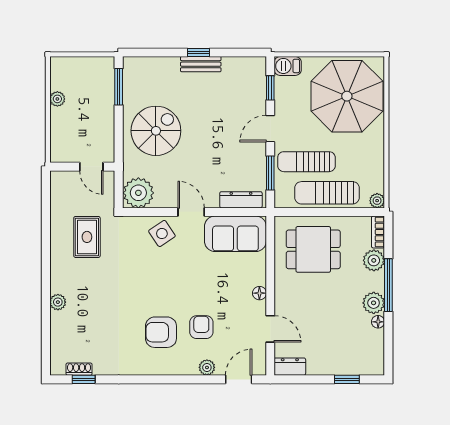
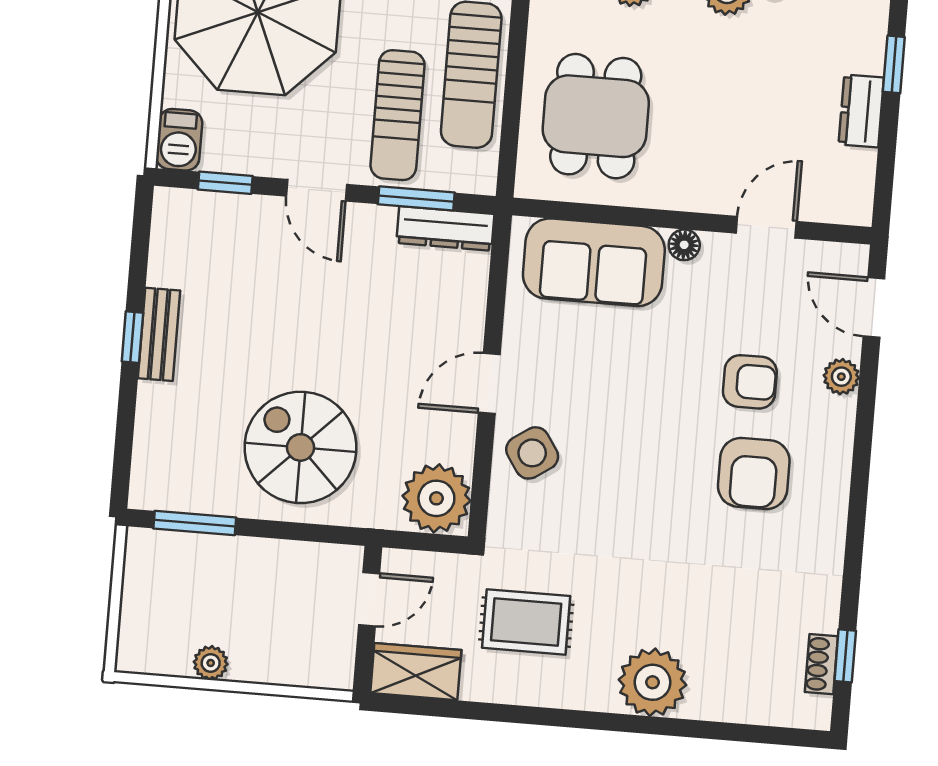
wardrobe: (61, 190) -> (416, 672), added
dresser: (241, 200) -> (445, 228), moved, turned -90
sofa: (235, 234) -> (594, 262), moved, turned 90
plant: (58, 302) -> (652, 682), width x1.88, depth x1.88
armchair: (201, 327) -> (750, 382), turned 180
dresser: (290, 367) -> (861, 111), moved

